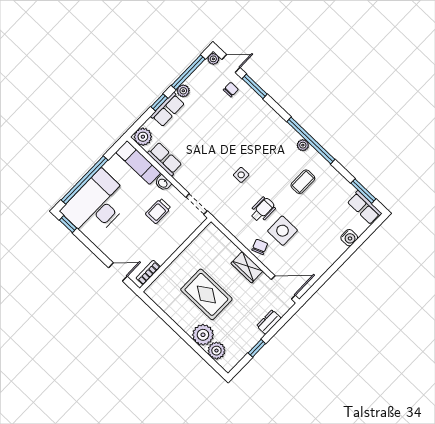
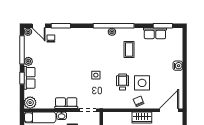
door: (231, 64) -> (39, 26), swing flipped
row of seats: (165, 159) -> (66, 103), moved
row of seats: (364, 208) -> (155, 33), moved
water cooler: (349, 238) -> (178, 66), moved

